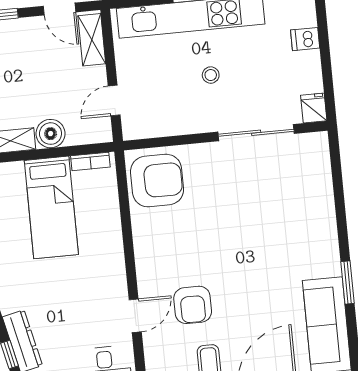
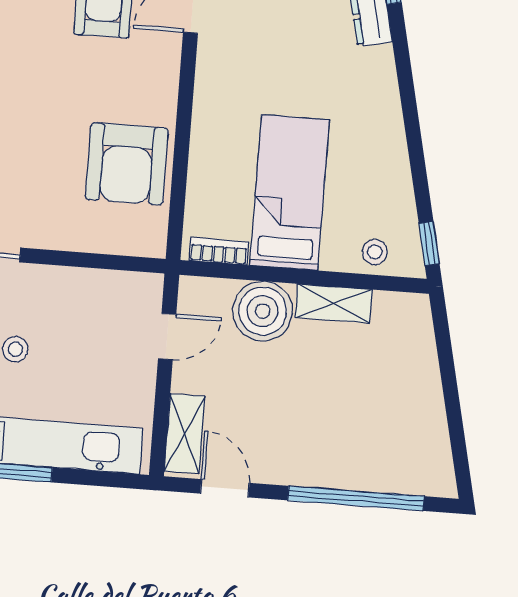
boiler: (51, 134) -> (263, 311), width x1.37, depth x1.37
armchair: (157, 181) -> (127, 164), moved, turned -90

